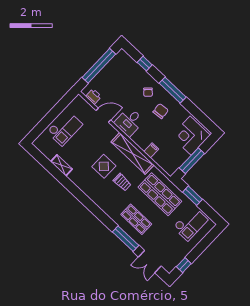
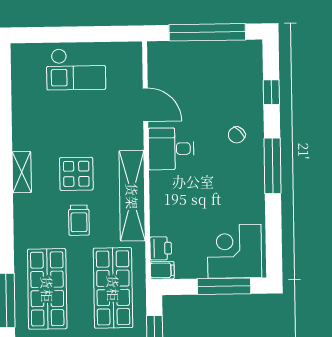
printer: (94, 97) -> (161, 248), moved
chair: (161, 111) -> (228, 178), removed
filing cabinet: (151, 150) -> (162, 270), moved
window: (192, 161) -> (224, 286), moved
shelving: (61, 165) -> (22, 172), moved
shop shelf: (136, 219) -> (47, 289), width x1.43, depth x1.36

